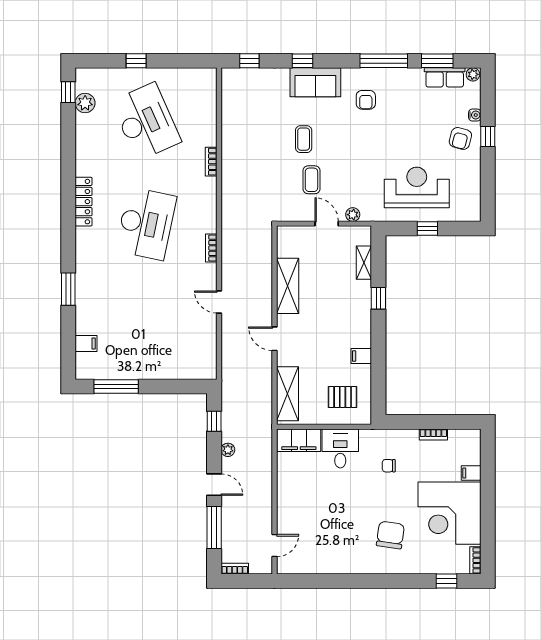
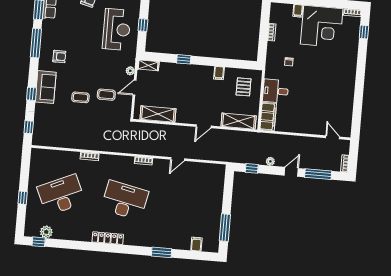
reception desk: (417, 187) -> (117, 29), turned 180
shelving: (364, 263) -> (148, 65), moved
shelving: (288, 286) -> (158, 114), moved
chair: (390, 535) -> (332, 64), removed

